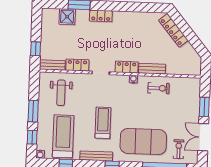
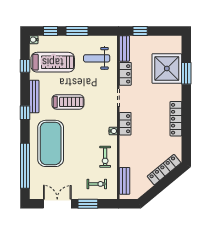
locker: (101, 16) -> (176, 119), moved, width x1.53
shower: (67, 17) -> (167, 68), width x1.86, depth x1.86
bench: (152, 69) -> (125, 181), moved
exercise bike: (179, 149) -> (97, 184), moved

